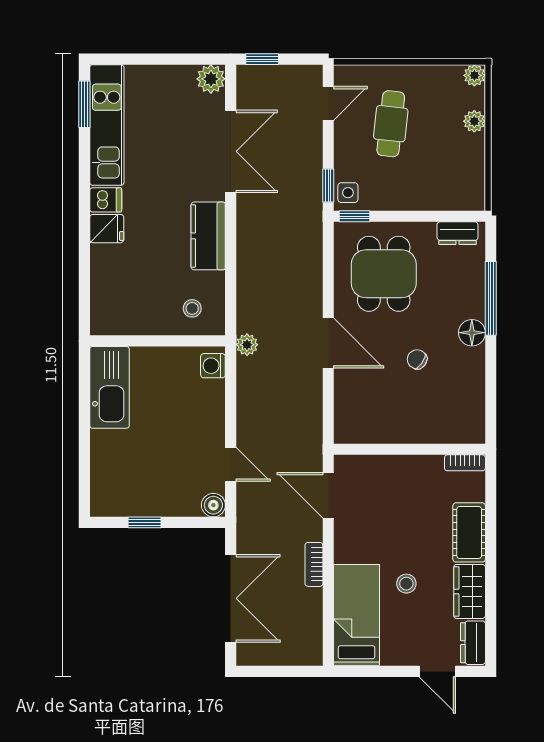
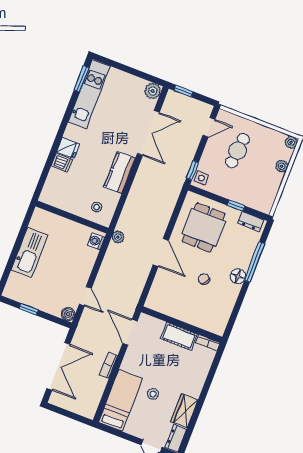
dishwasher: (106, 200) -> (62, 163), moved
window: (355, 216) -> (236, 206), moved
kitchen sink: (110, 387) -> (29, 253), moved
cot: (469, 532) -> (179, 336), moved, turned 90

